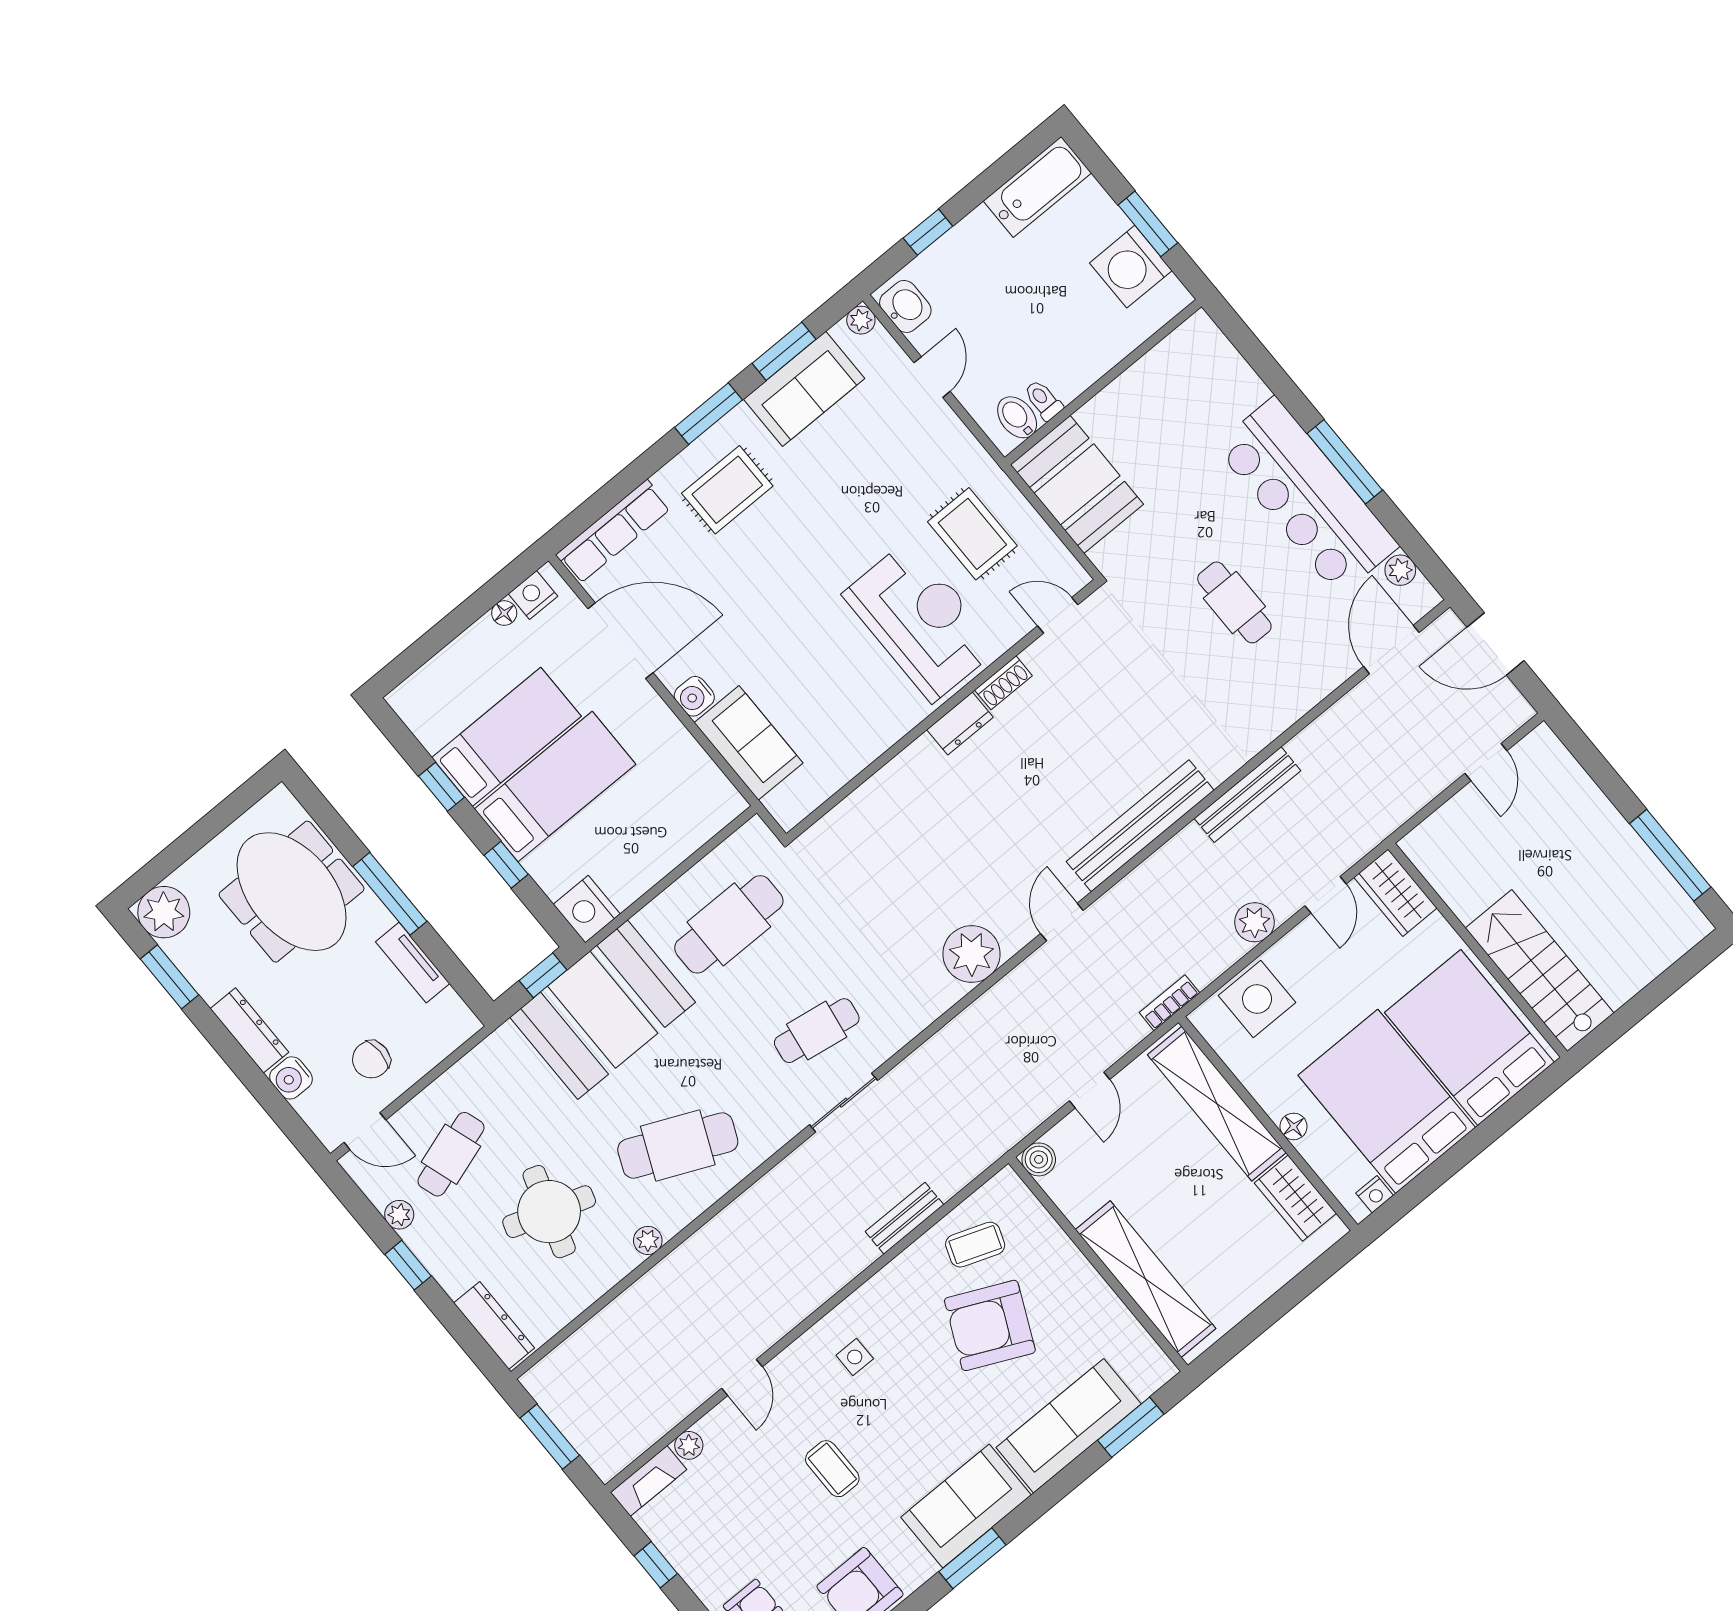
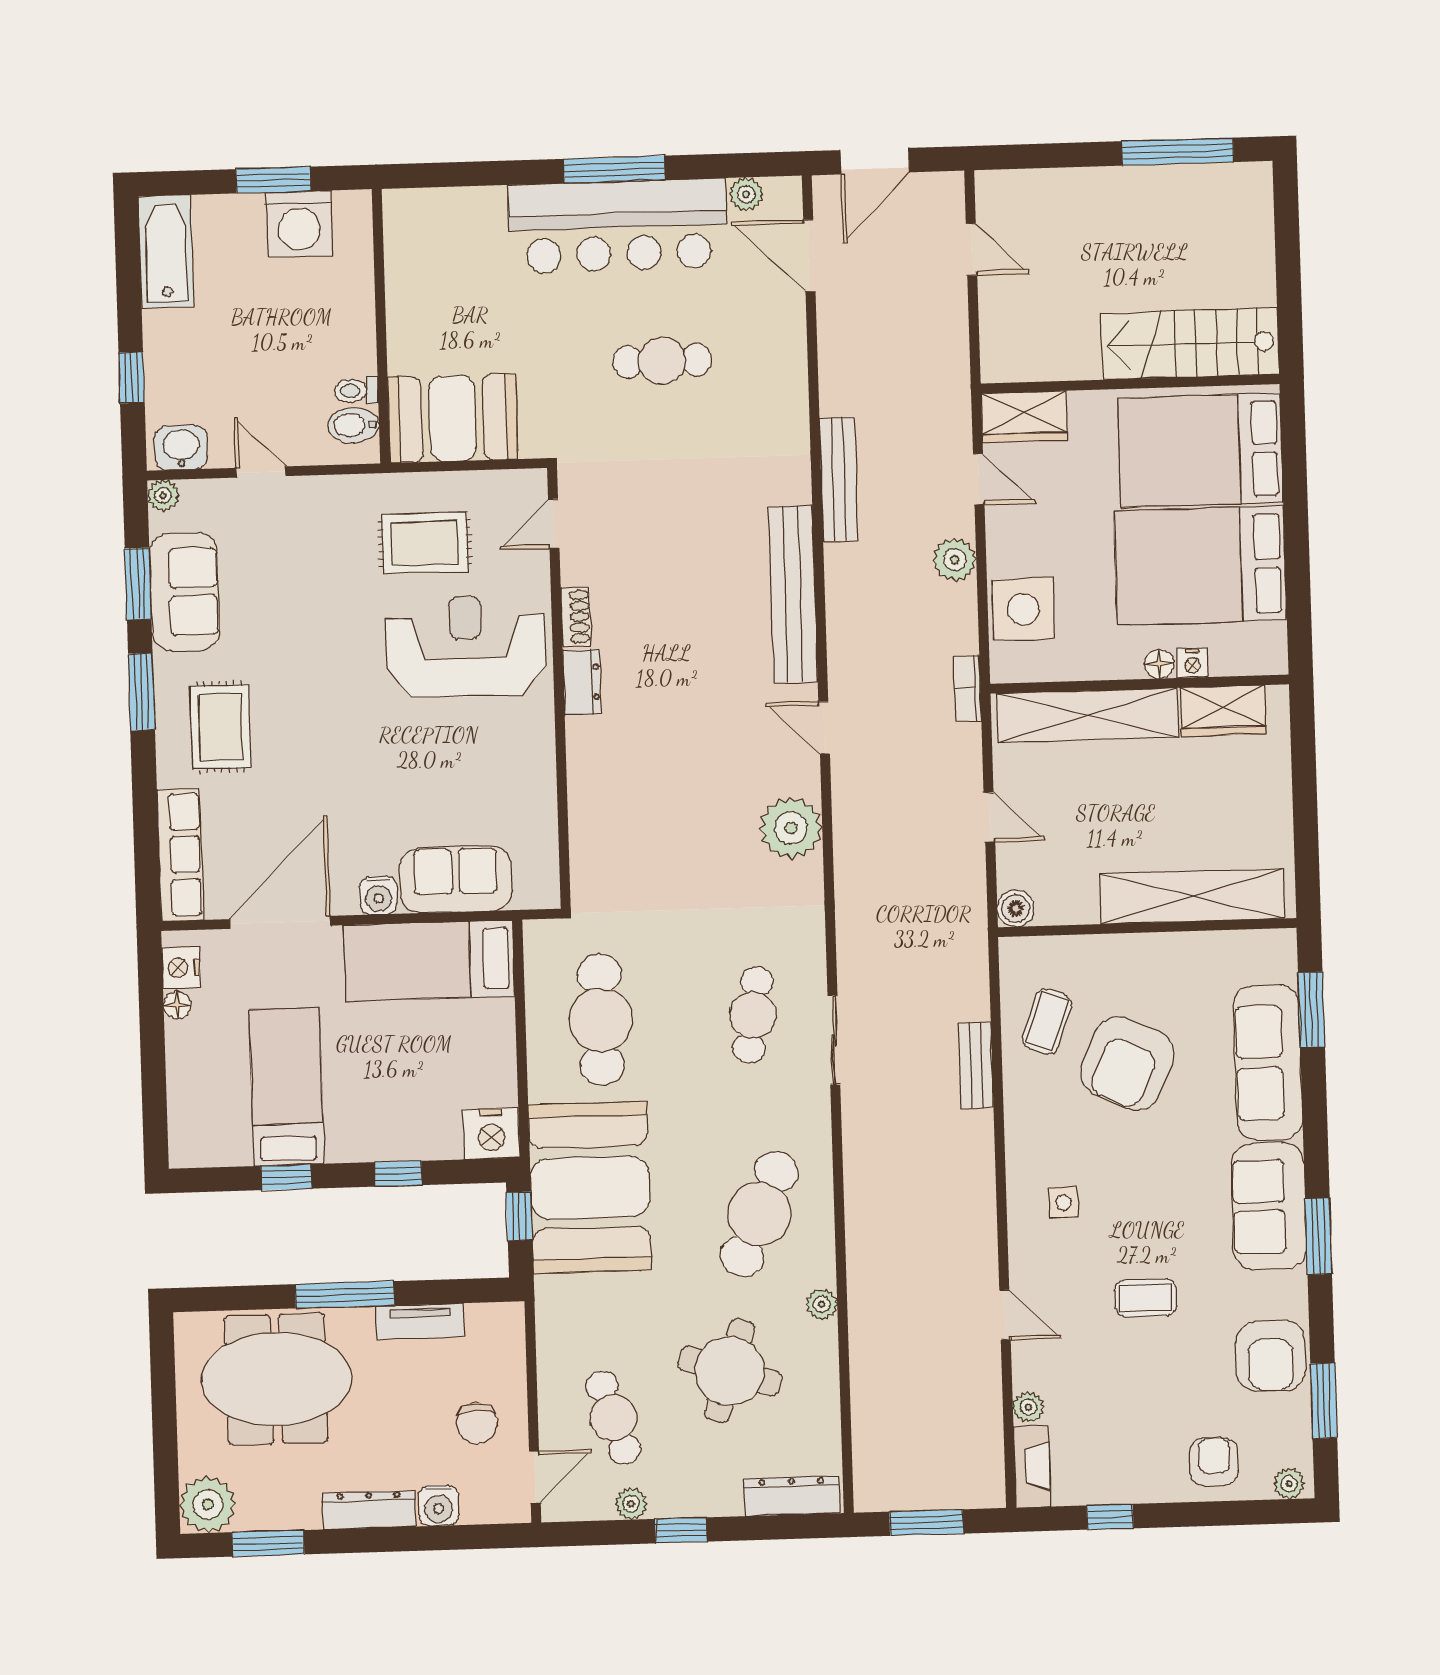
bed: (555, 787) -> (429, 961), moved, turned -90
nightstand: (1375, 1194) -> (1192, 663), moved, turned 90

